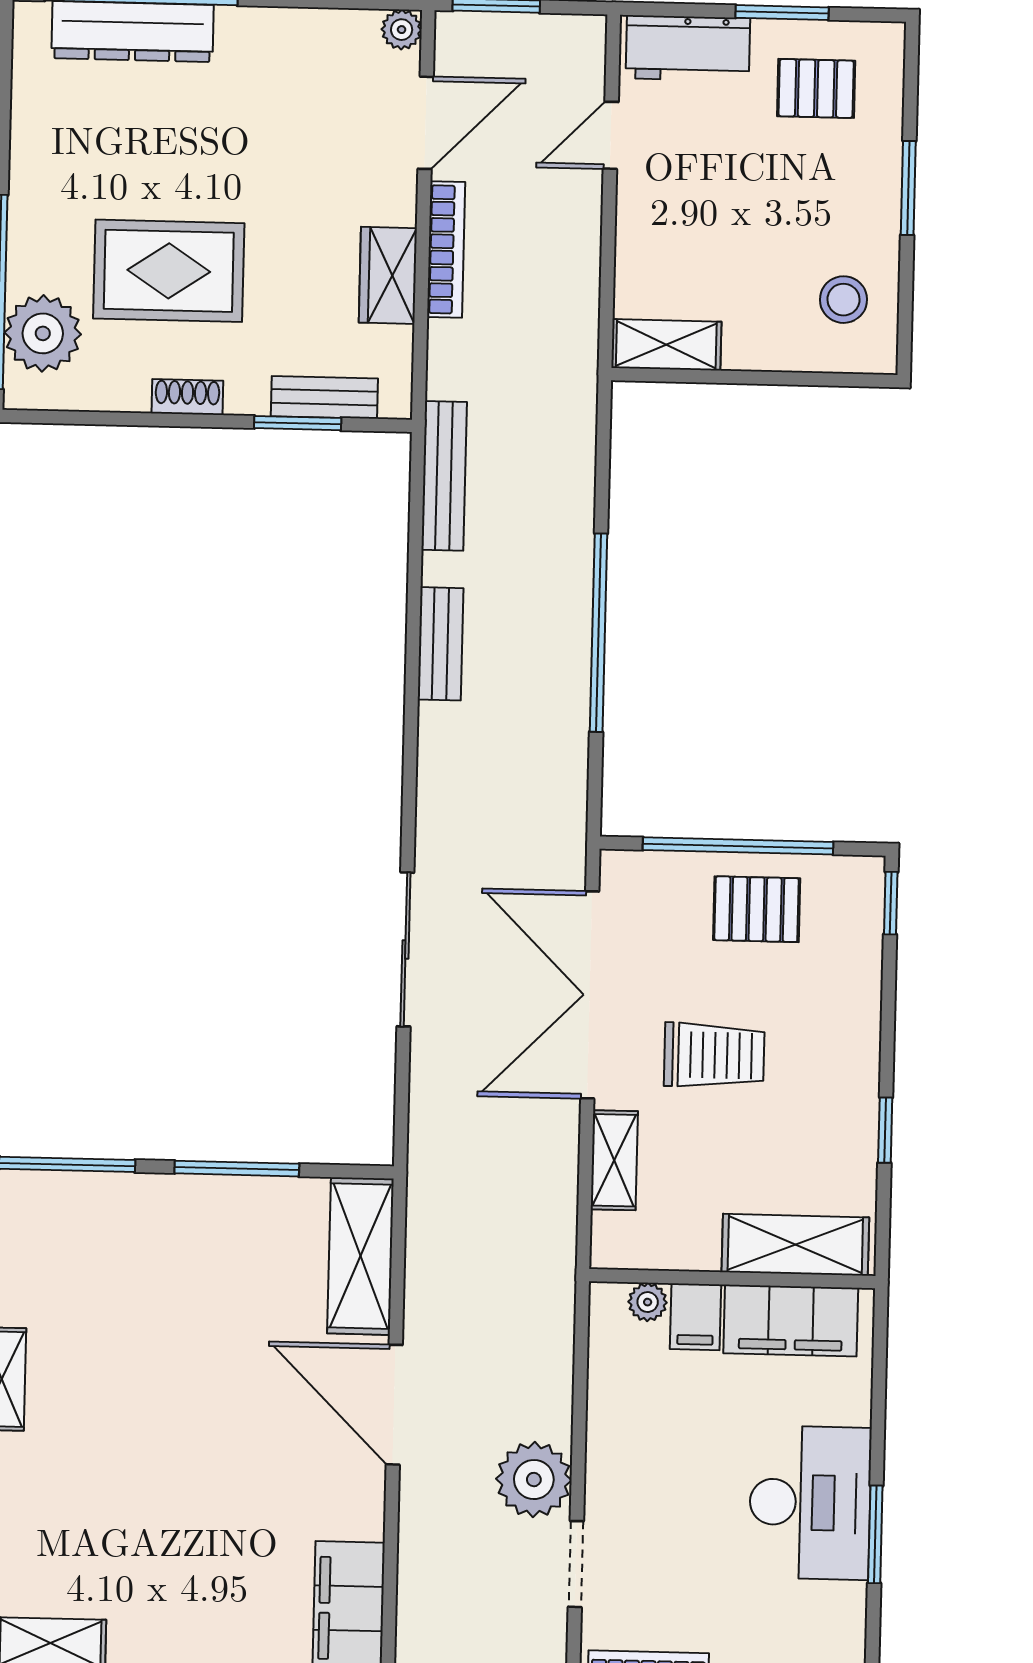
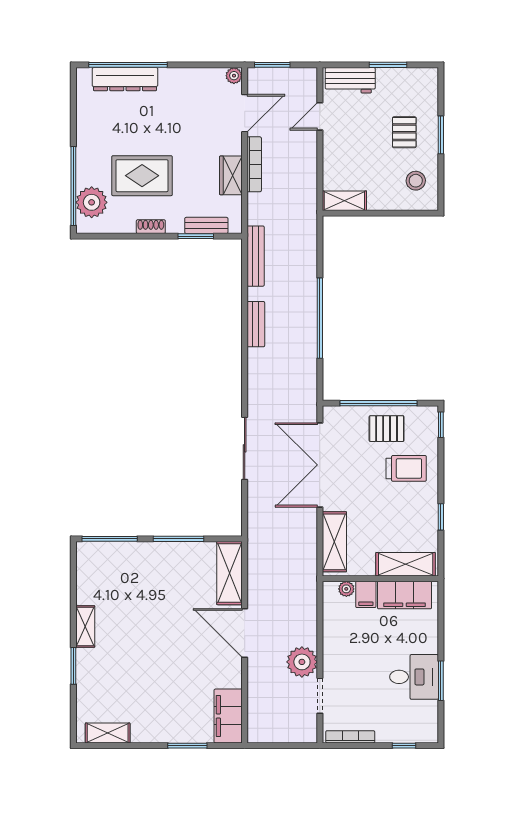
pallet: (816, 88) -> (404, 132), moved, turned 90
trolley: (714, 1055) -> (406, 468), moved
shelving: (614, 1160) -> (334, 542), width x1.50, depth x1.33
desk: (810, 1503) -> (414, 677), width x0.73

